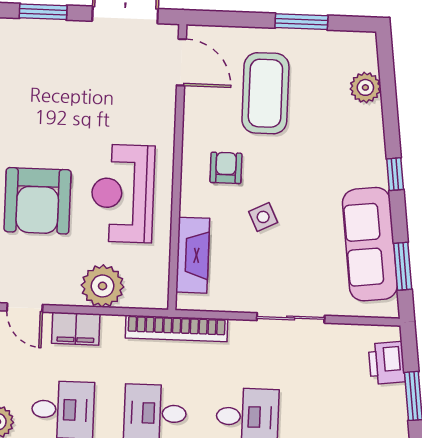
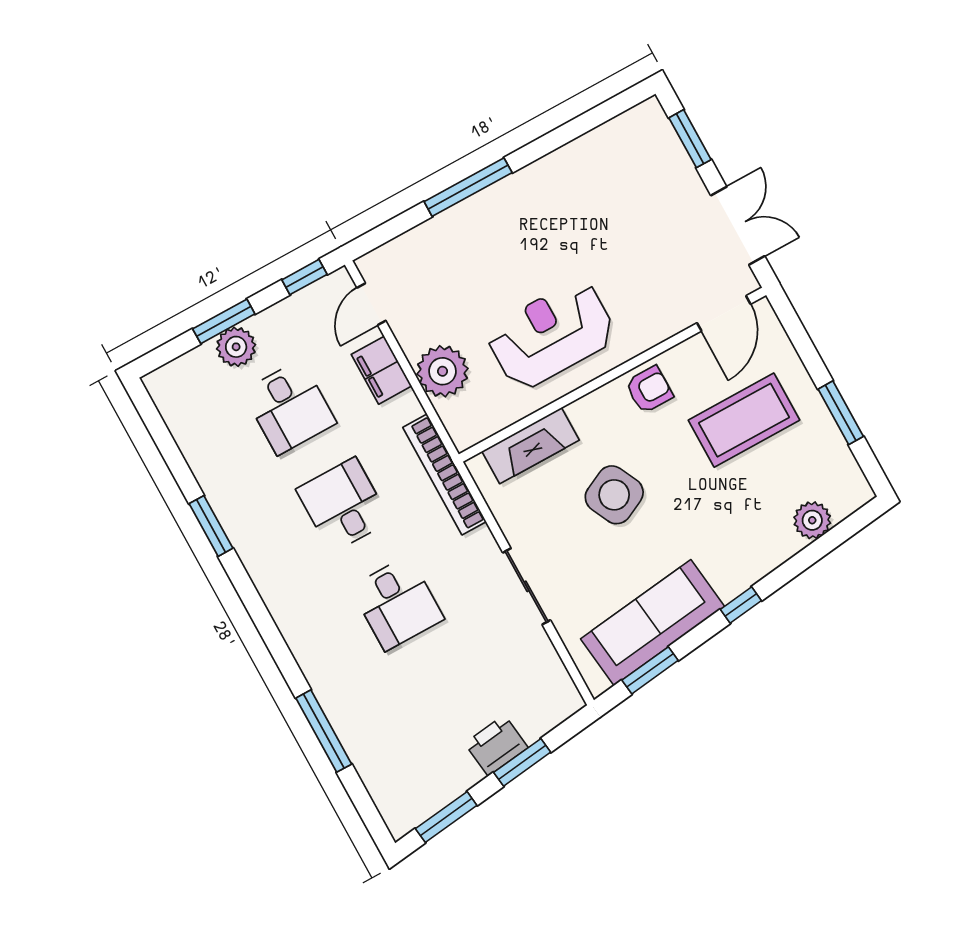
armchair: (226, 168) -> (649, 390), moved
armchair: (38, 201) -> (490, 251), removed
side table: (263, 217) -> (614, 495), width x1.87, depth x1.87
printer: (387, 363) -> (496, 745), moved

